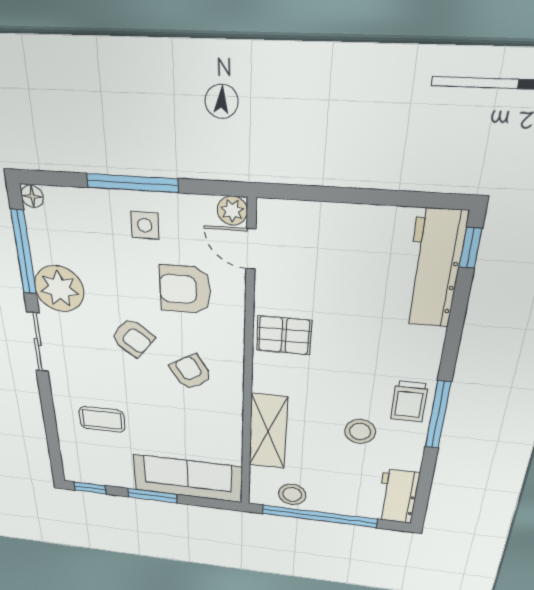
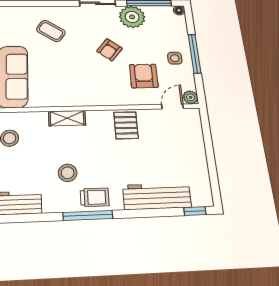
workbench: (434, 269) -> (157, 196), moved
armchair: (191, 372) -> (93, 78), removed
trolley: (409, 402) -> (95, 197), turned 180
coffee table: (102, 419) -> (51, 31), turned -56
shelving: (268, 432) -> (67, 118), width x0.67, depth x0.75

